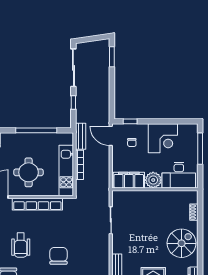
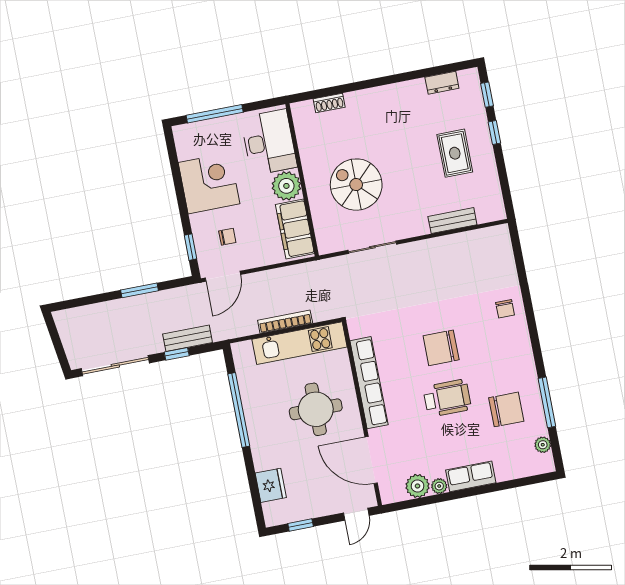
window: (112, 57) -> (140, 290), moved
bench: (81, 136) -> (188, 338), moved
spiral stairs: (182, 243) -> (356, 185), moved
chair: (59, 256) -> (441, 348), moved

